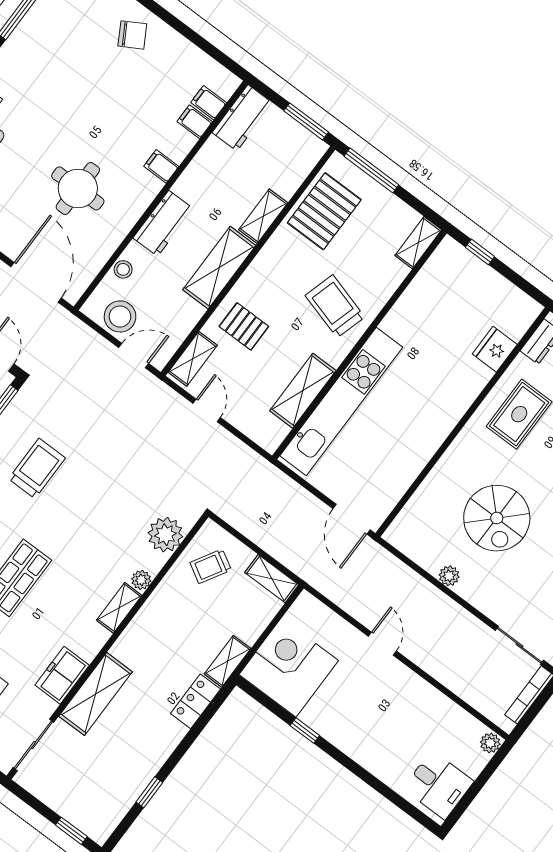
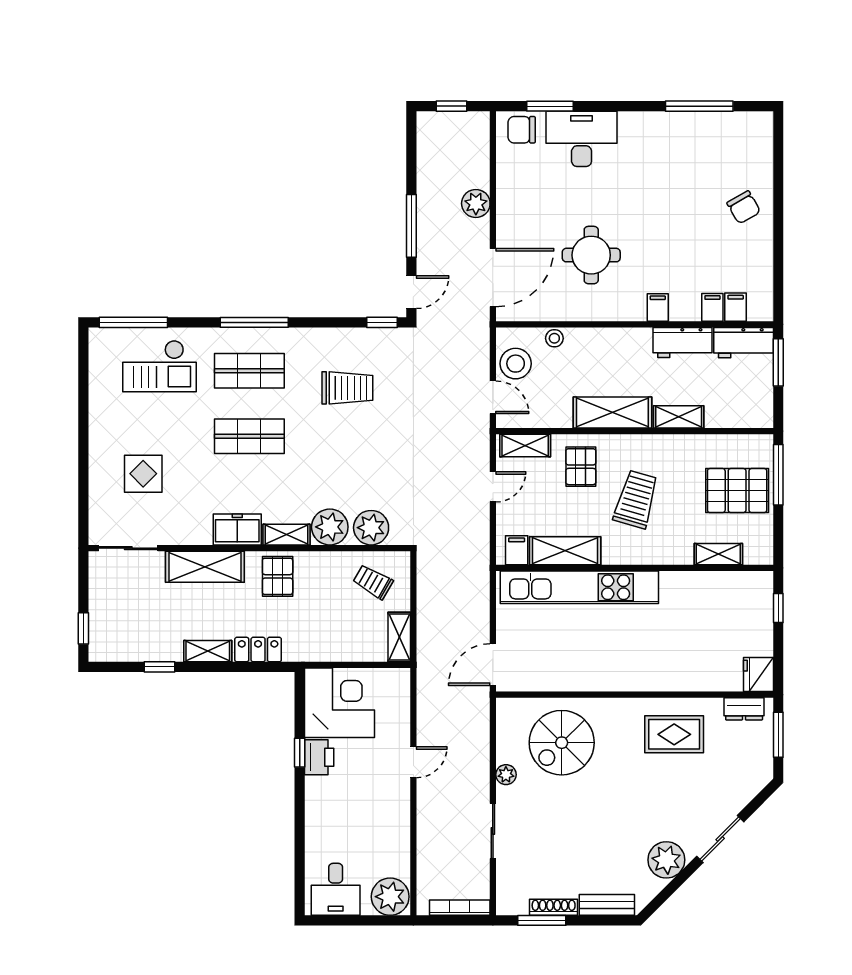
window: (306, 121) -> (778, 362), moved
pallet: (324, 211) -> (737, 491), moved
workbench: (163, 223) -> (683, 343), moved
shelving: (418, 243) -> (718, 554), moved
trolley: (335, 306) -> (636, 499), moved
fridge: (495, 349) -> (758, 675), moved, turned -90
filing cabinet: (273, 430) -> (517, 550), added
spiral stairs: (497, 518) -> (562, 743), moved
plant: (141, 580) -> (330, 527), width x1.88, depth x1.88
pallet: (148, 641) -> (278, 576), added
sliding door: (519, 645) -> (493, 831), moved
shelving: (228, 661) -> (208, 651), moved
freezer: (62, 675) -> (237, 529), moved
printer: (321, 718) -> (319, 757), added
plant: (490, 743) -> (390, 897), width x1.87, depth x1.87

